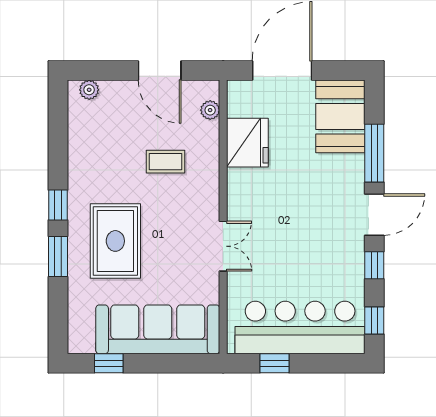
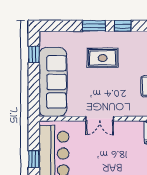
rug: (115, 241) -> (103, 58), width x0.73, depth x0.70
window: (275, 363) -> (34, 159), moved

